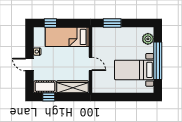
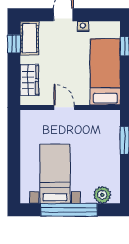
door: (91, 64) -> (64, 107), swing flipped
wardrobe: (72, 87) -> (29, 80), width x0.67

